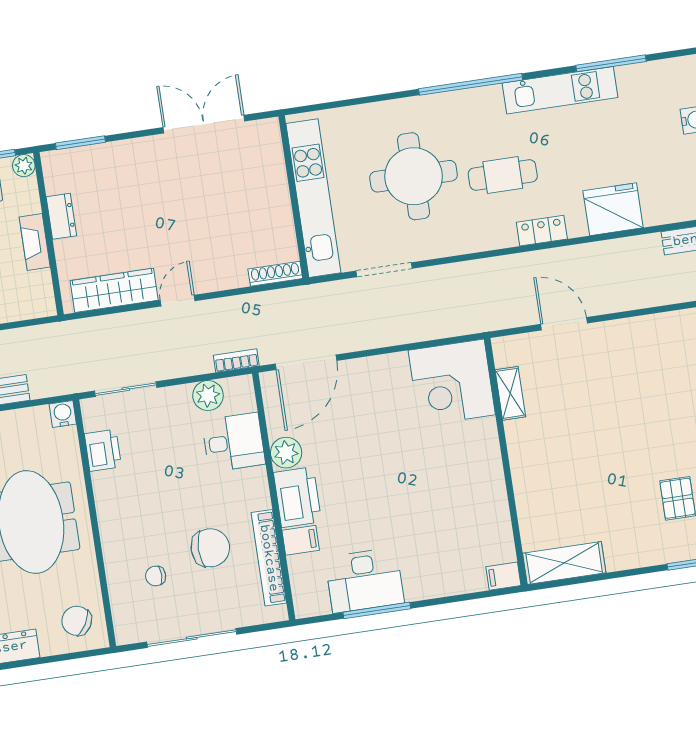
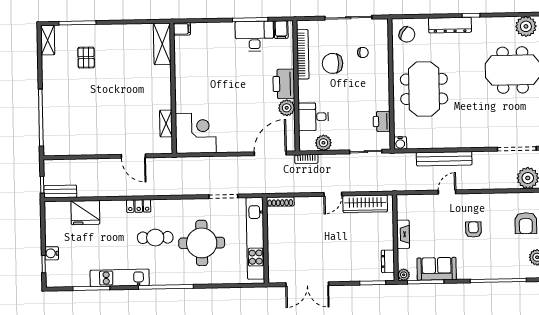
fridge: (613, 209) -> (85, 213), moved
dresser: (61, 216) -> (388, 261), moved
filing cabinet: (301, 540) -> (281, 30), moved, turned -90
shelving: (564, 563) -> (162, 44), moved, turned 90

